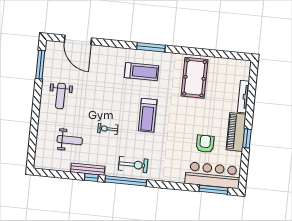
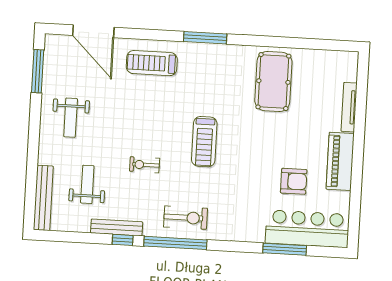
treadmill: (141, 72) -> (152, 63), moved, turned 180
window: (247, 138) -> (357, 170), removed
weight bench: (70, 140) -> (87, 184), turned -90
armchair: (205, 144) -> (294, 181), turned 90
bench: (40, 148) -> (43, 198), added
window: (213, 190) -> (285, 249), moved

